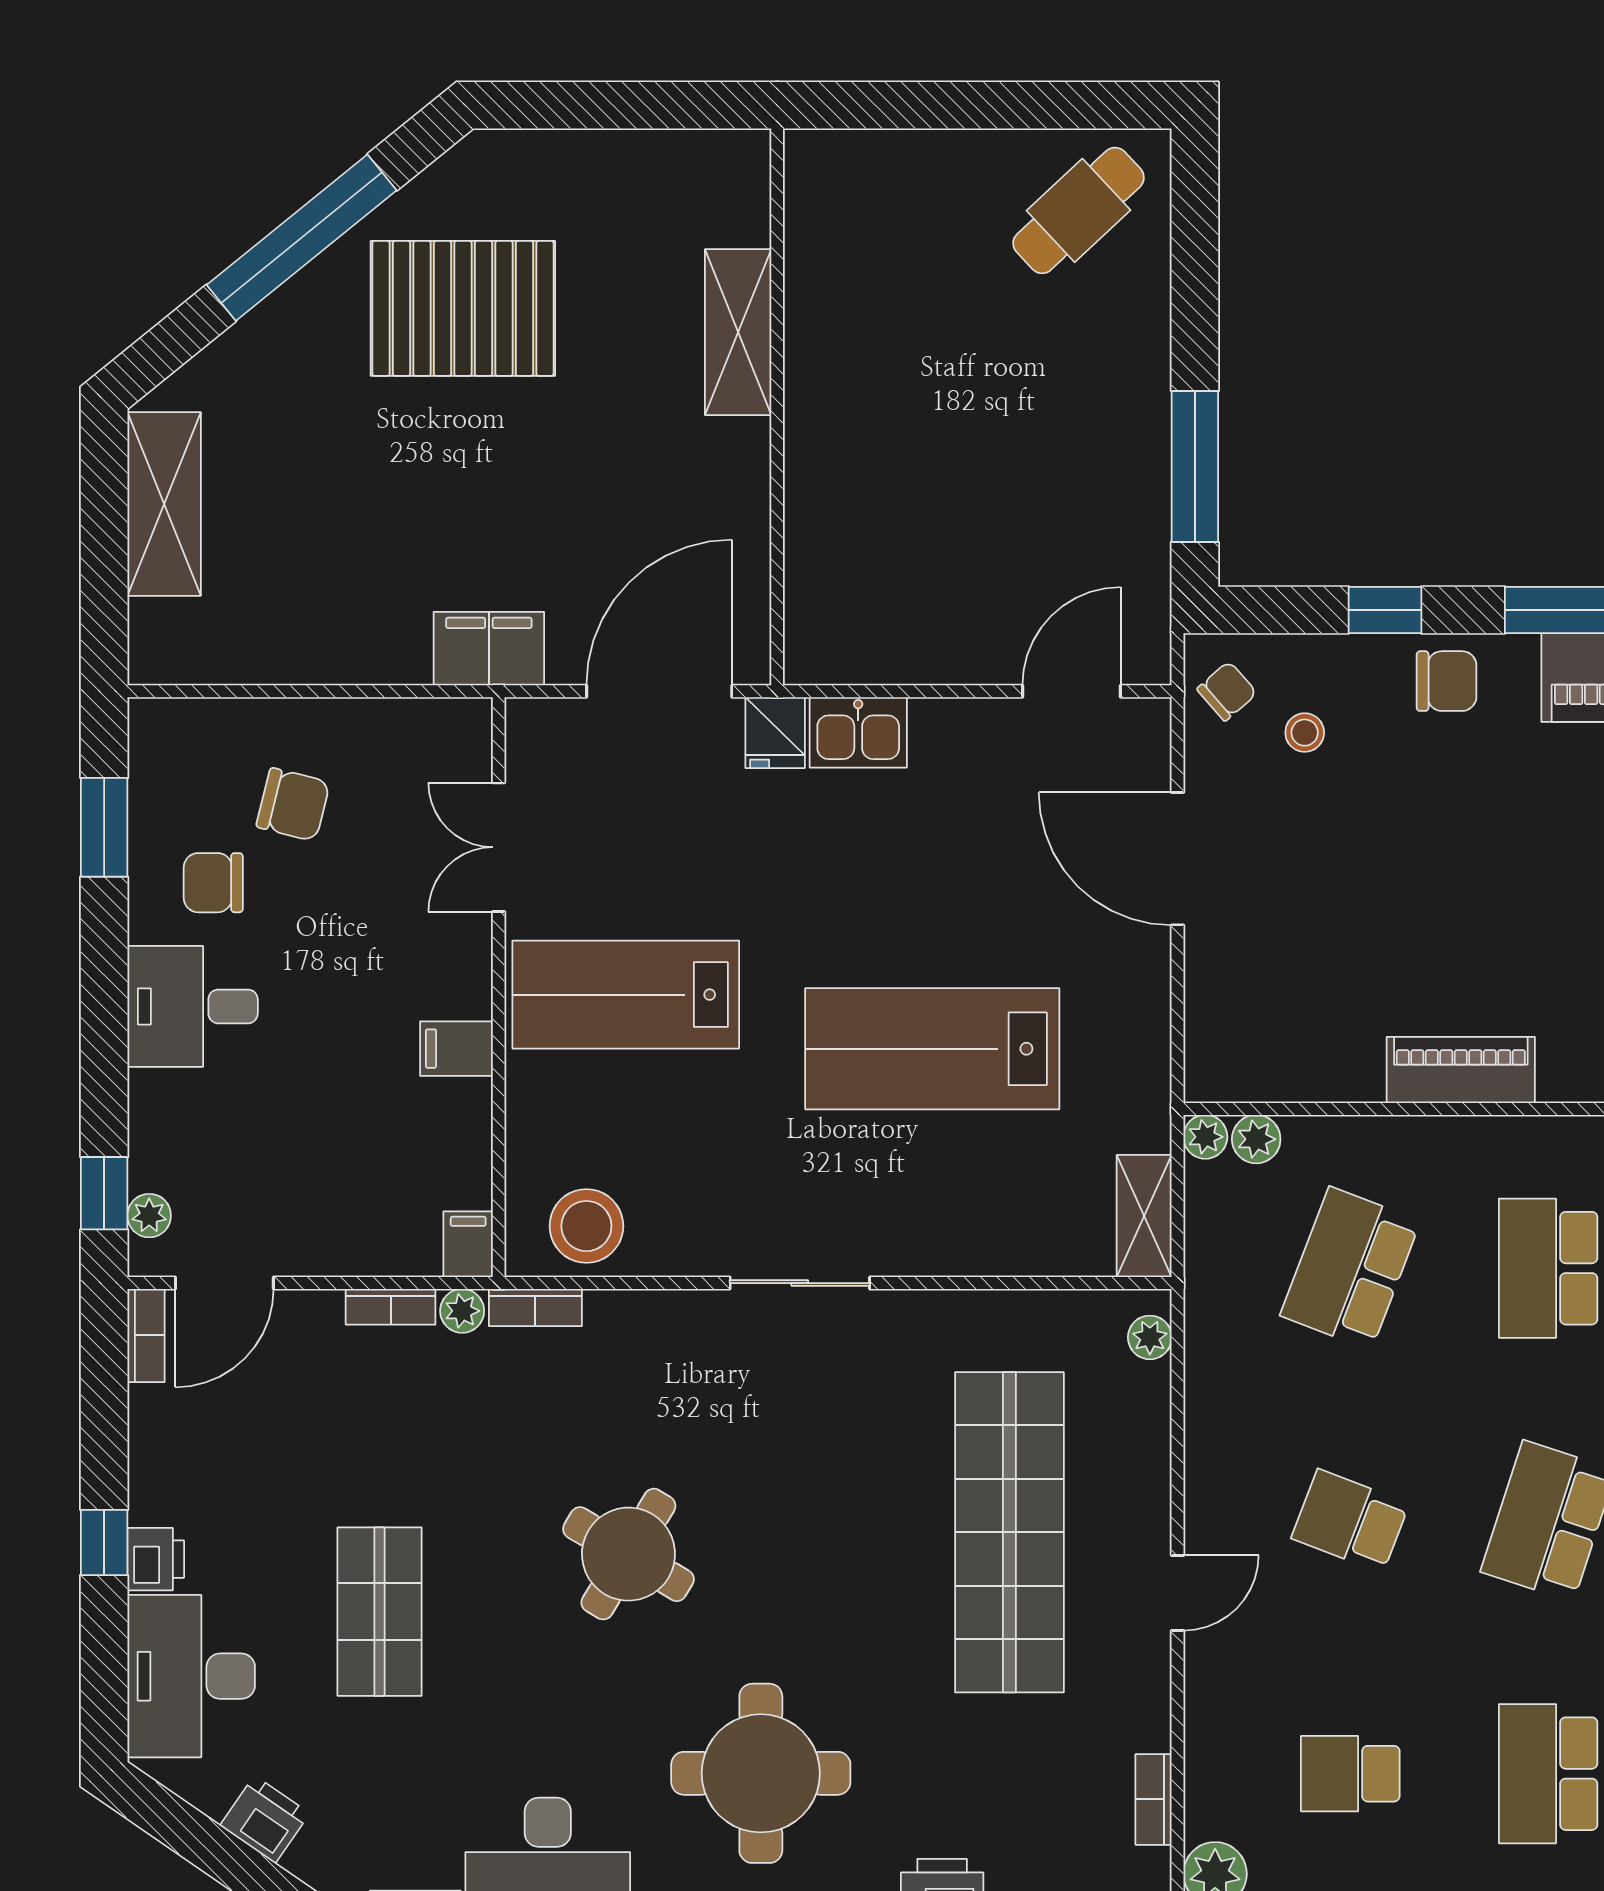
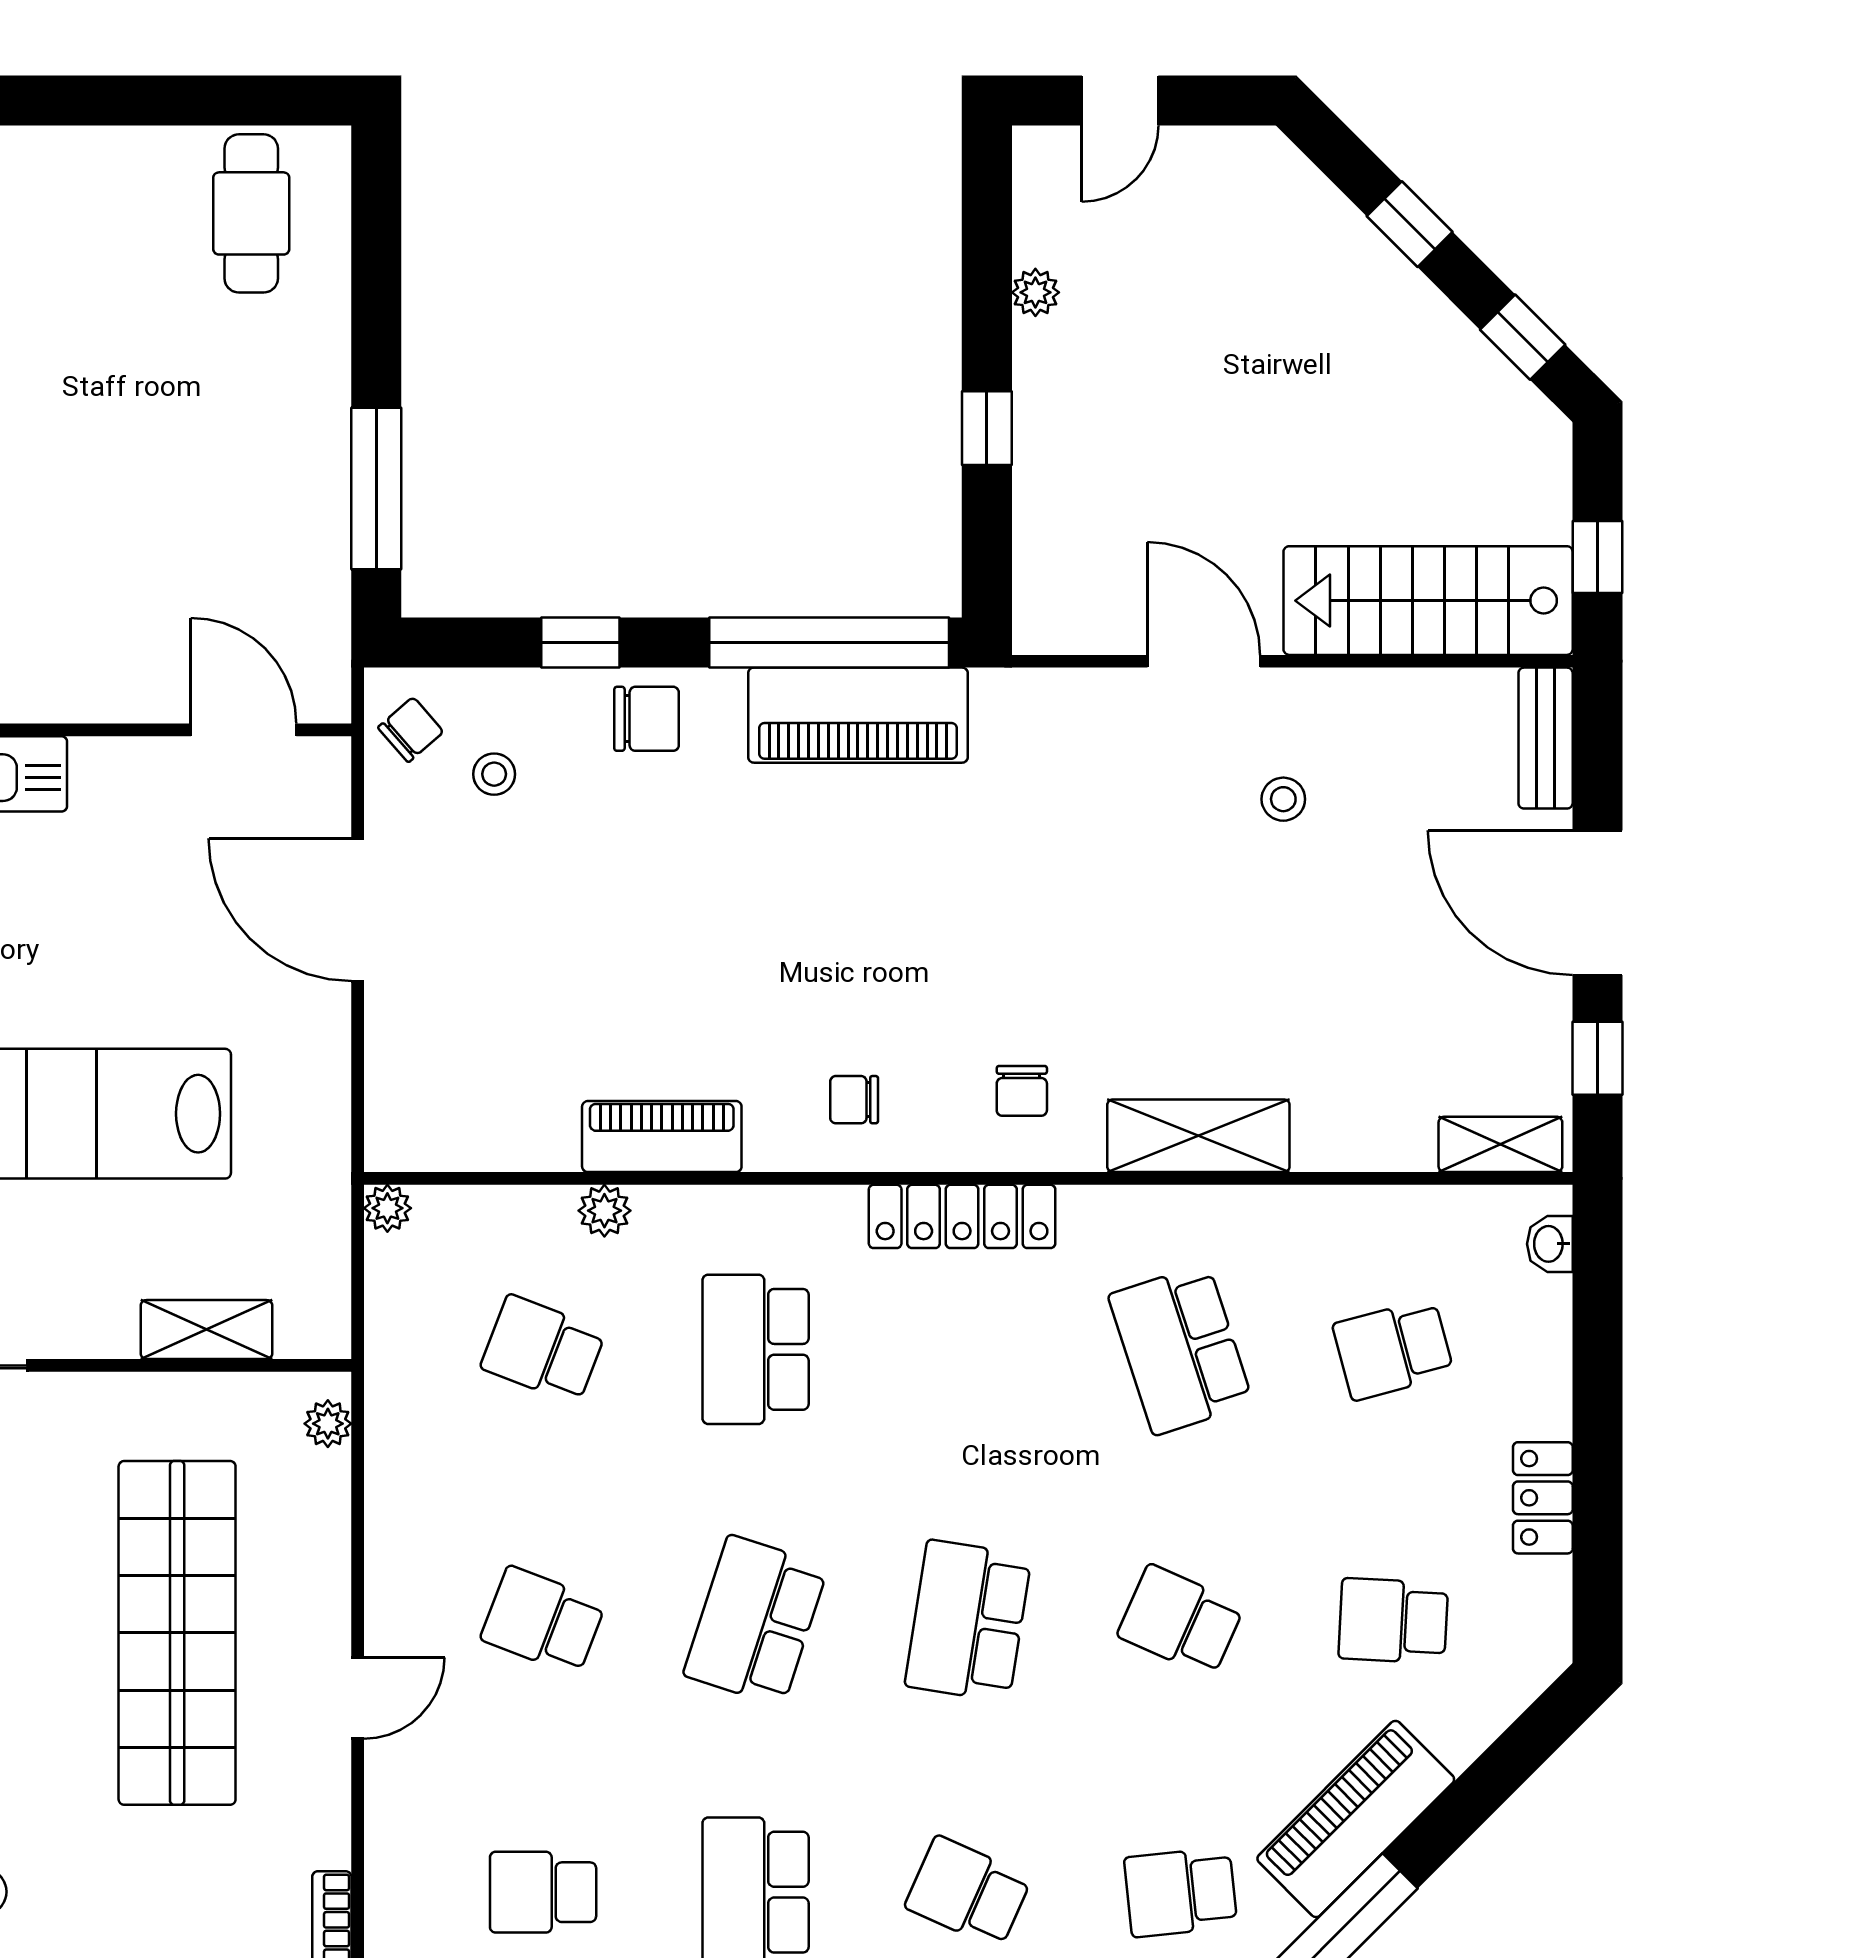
cafe table: (1079, 210) -> (251, 213), turned -47
door: (1071, 691) -> (244, 730), hinge flipped
plant: (1256, 1139) -> (604, 1211), moved
shelving: (1144, 1216) -> (206, 1329), moved, turned 90
school desk: (1350, 1268) -> (543, 1349), width x0.54

